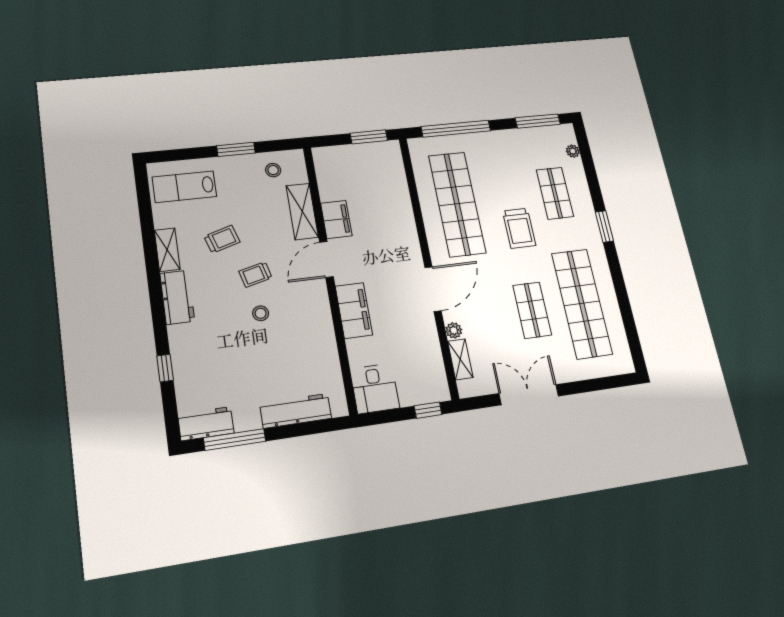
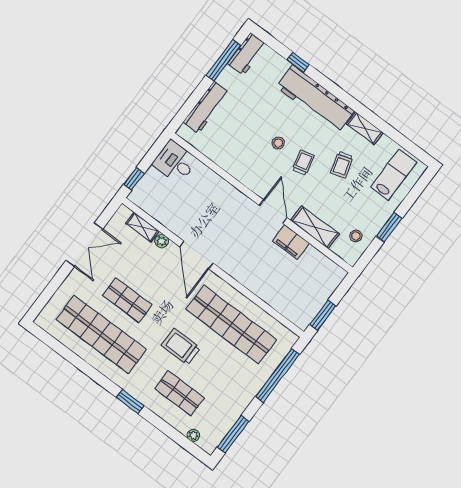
workbench: (177, 297) -> (315, 99), width x1.88, depth x1.32
filing cabinet: (354, 311) -> (229, 196), removed

